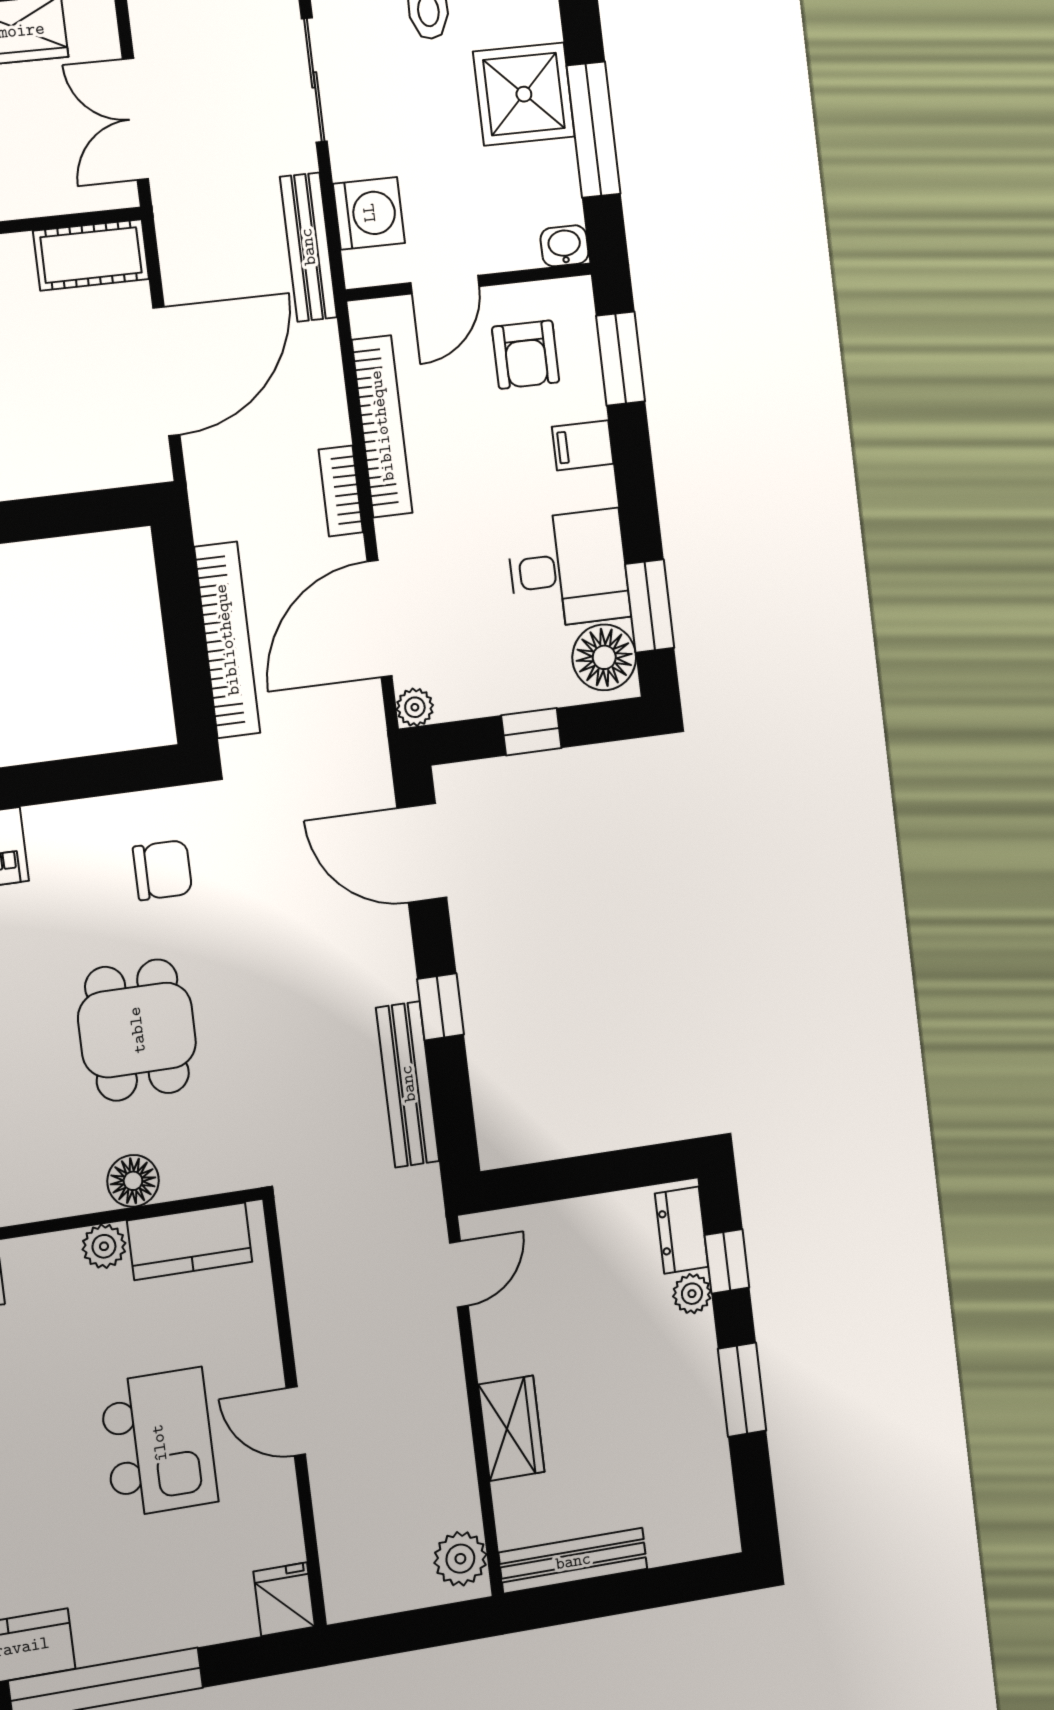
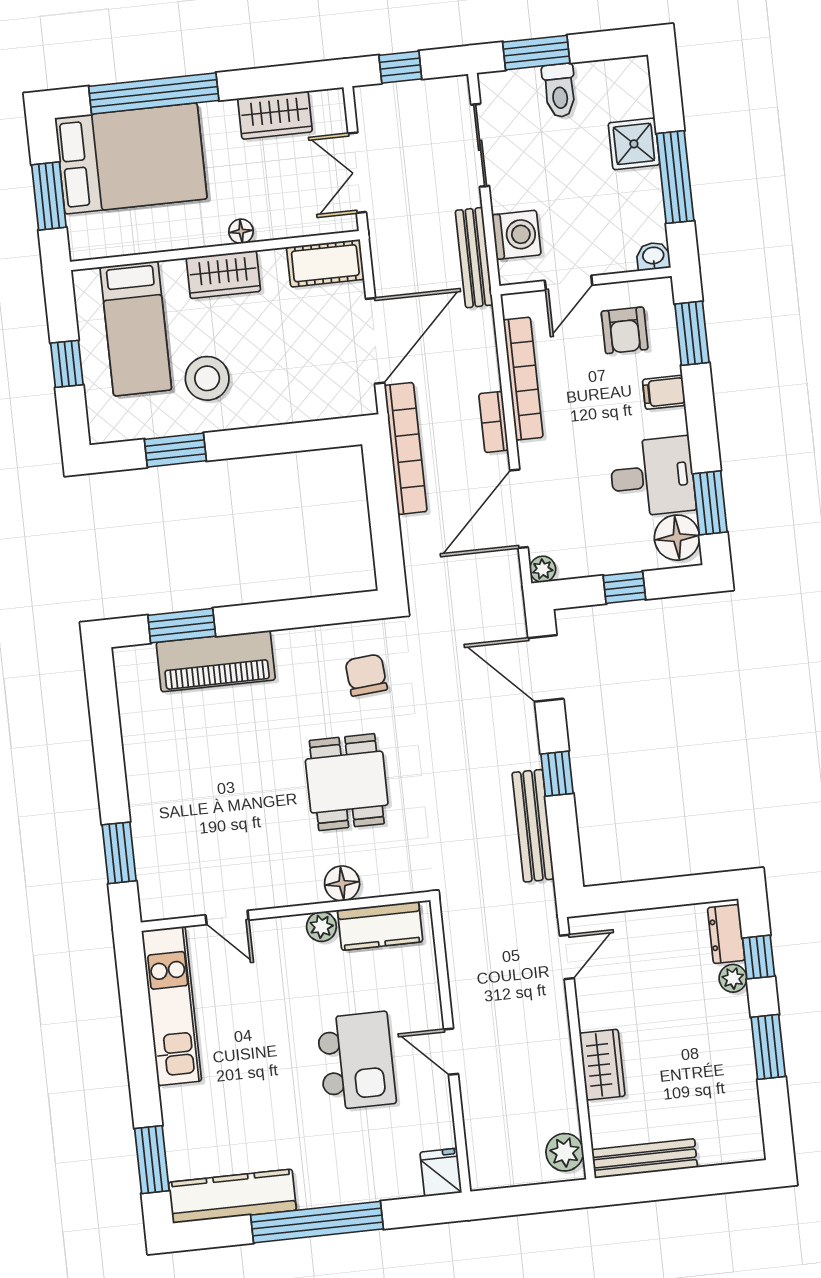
shower: (524, 94) -> (634, 144), width x0.73, depth x0.73
bookcase: (227, 640) -> (406, 448), moved
chair: (163, 870) -> (366, 675), turned -95

